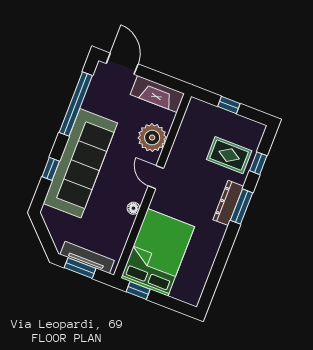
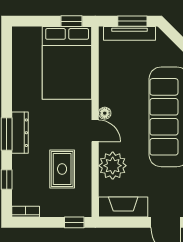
window: (229, 105) -> (74, 222), moved
bookcase: (252, 126) -> (26, 212), added
rug: (229, 155) -> (62, 169), moved, turned 90
floor lamp: (133, 208) -> (105, 113), moved

